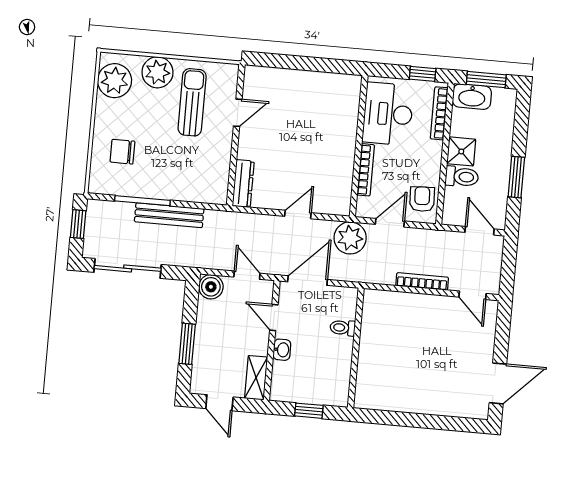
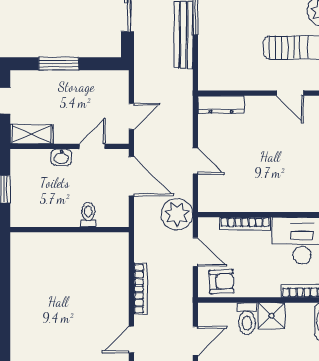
boiler: (211, 287) -> (117, 82), removed

